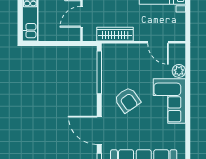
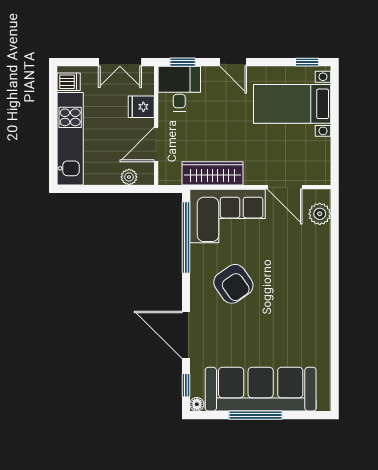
plant: (65, 36) -> (129, 177), added
plant: (179, 71) -> (320, 214), moved
corner sofa: (169, 101) -> (228, 216), moved, turned -90

